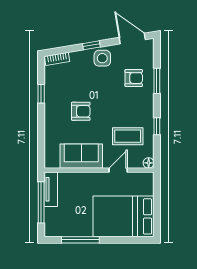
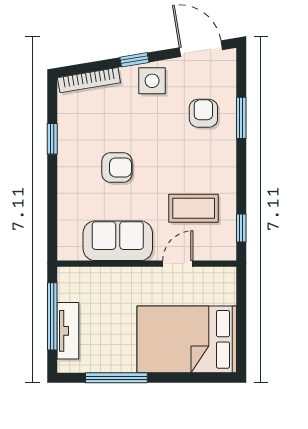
bookcase: (57, 59) -> (89, 80), width x1.56
armchair: (134, 78) -> (203, 113), turned -90
window: (157, 126) -> (241, 228), moved
floor lamp: (149, 163) -> (228, 252), removed
tv unit: (51, 189) -> (68, 331), moved

